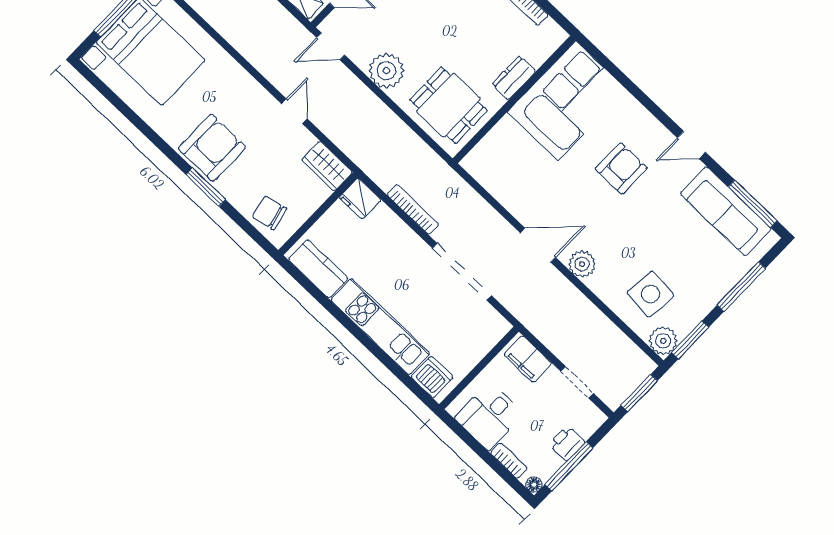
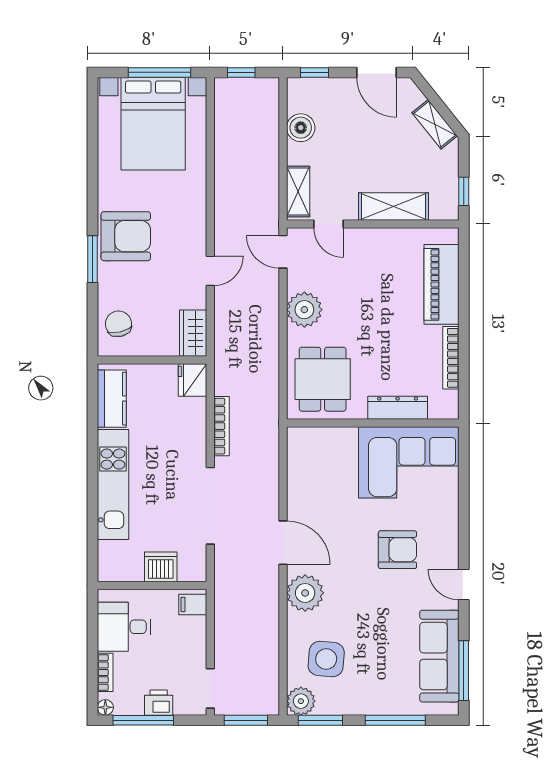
dresser: (514, 78) -> (398, 408), width x1.44
plant: (582, 264) -> (305, 593), width x1.36, depth x1.36
filing cabinet: (528, 359) -> (193, 604), width x0.50
dishwasher: (432, 377) -> (161, 567), moved, turned -90
doorway: (577, 382) -> (210, 688), moved

